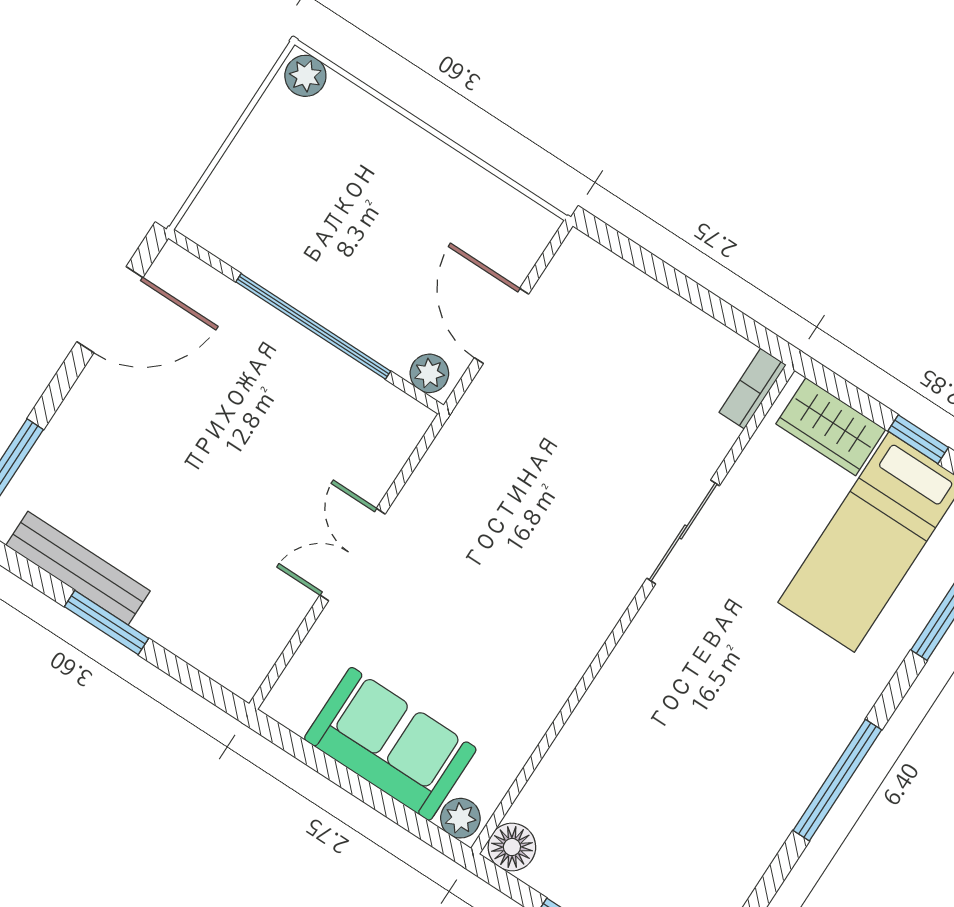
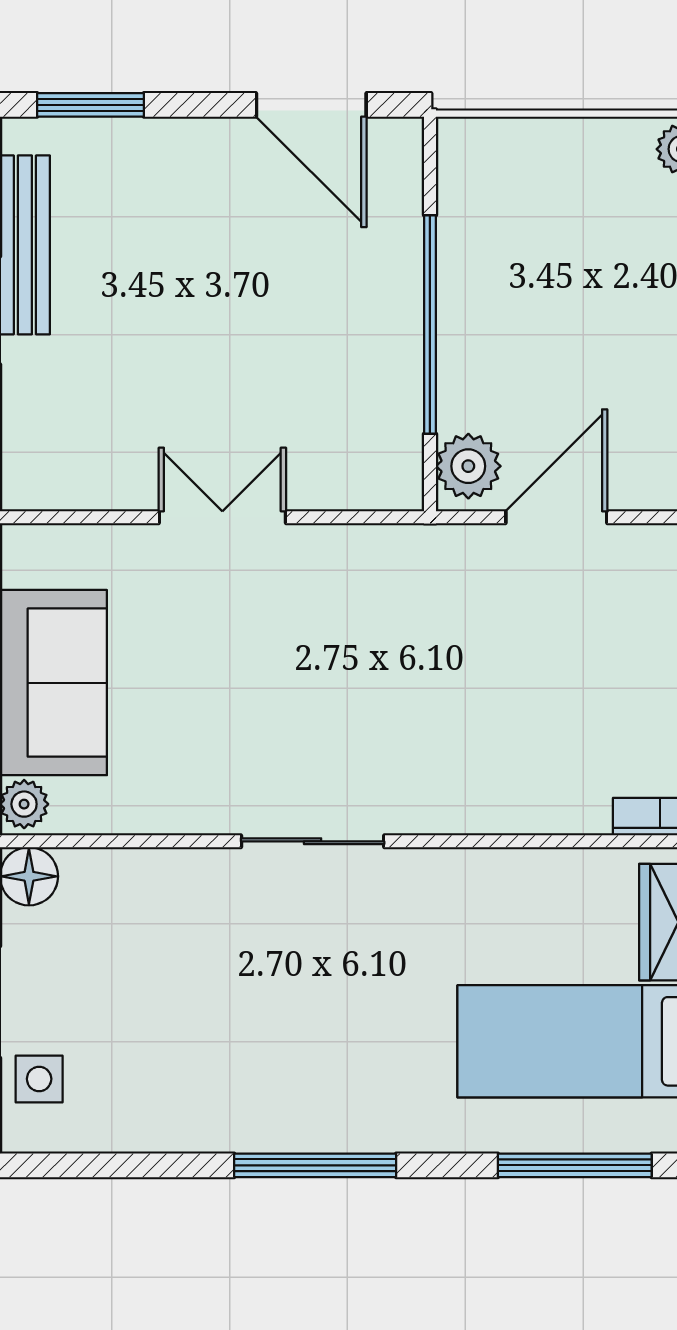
plant: (429, 373) -> (468, 466), width x1.38, depth x1.38
sliding door: (683, 532) -> (313, 841), moved

